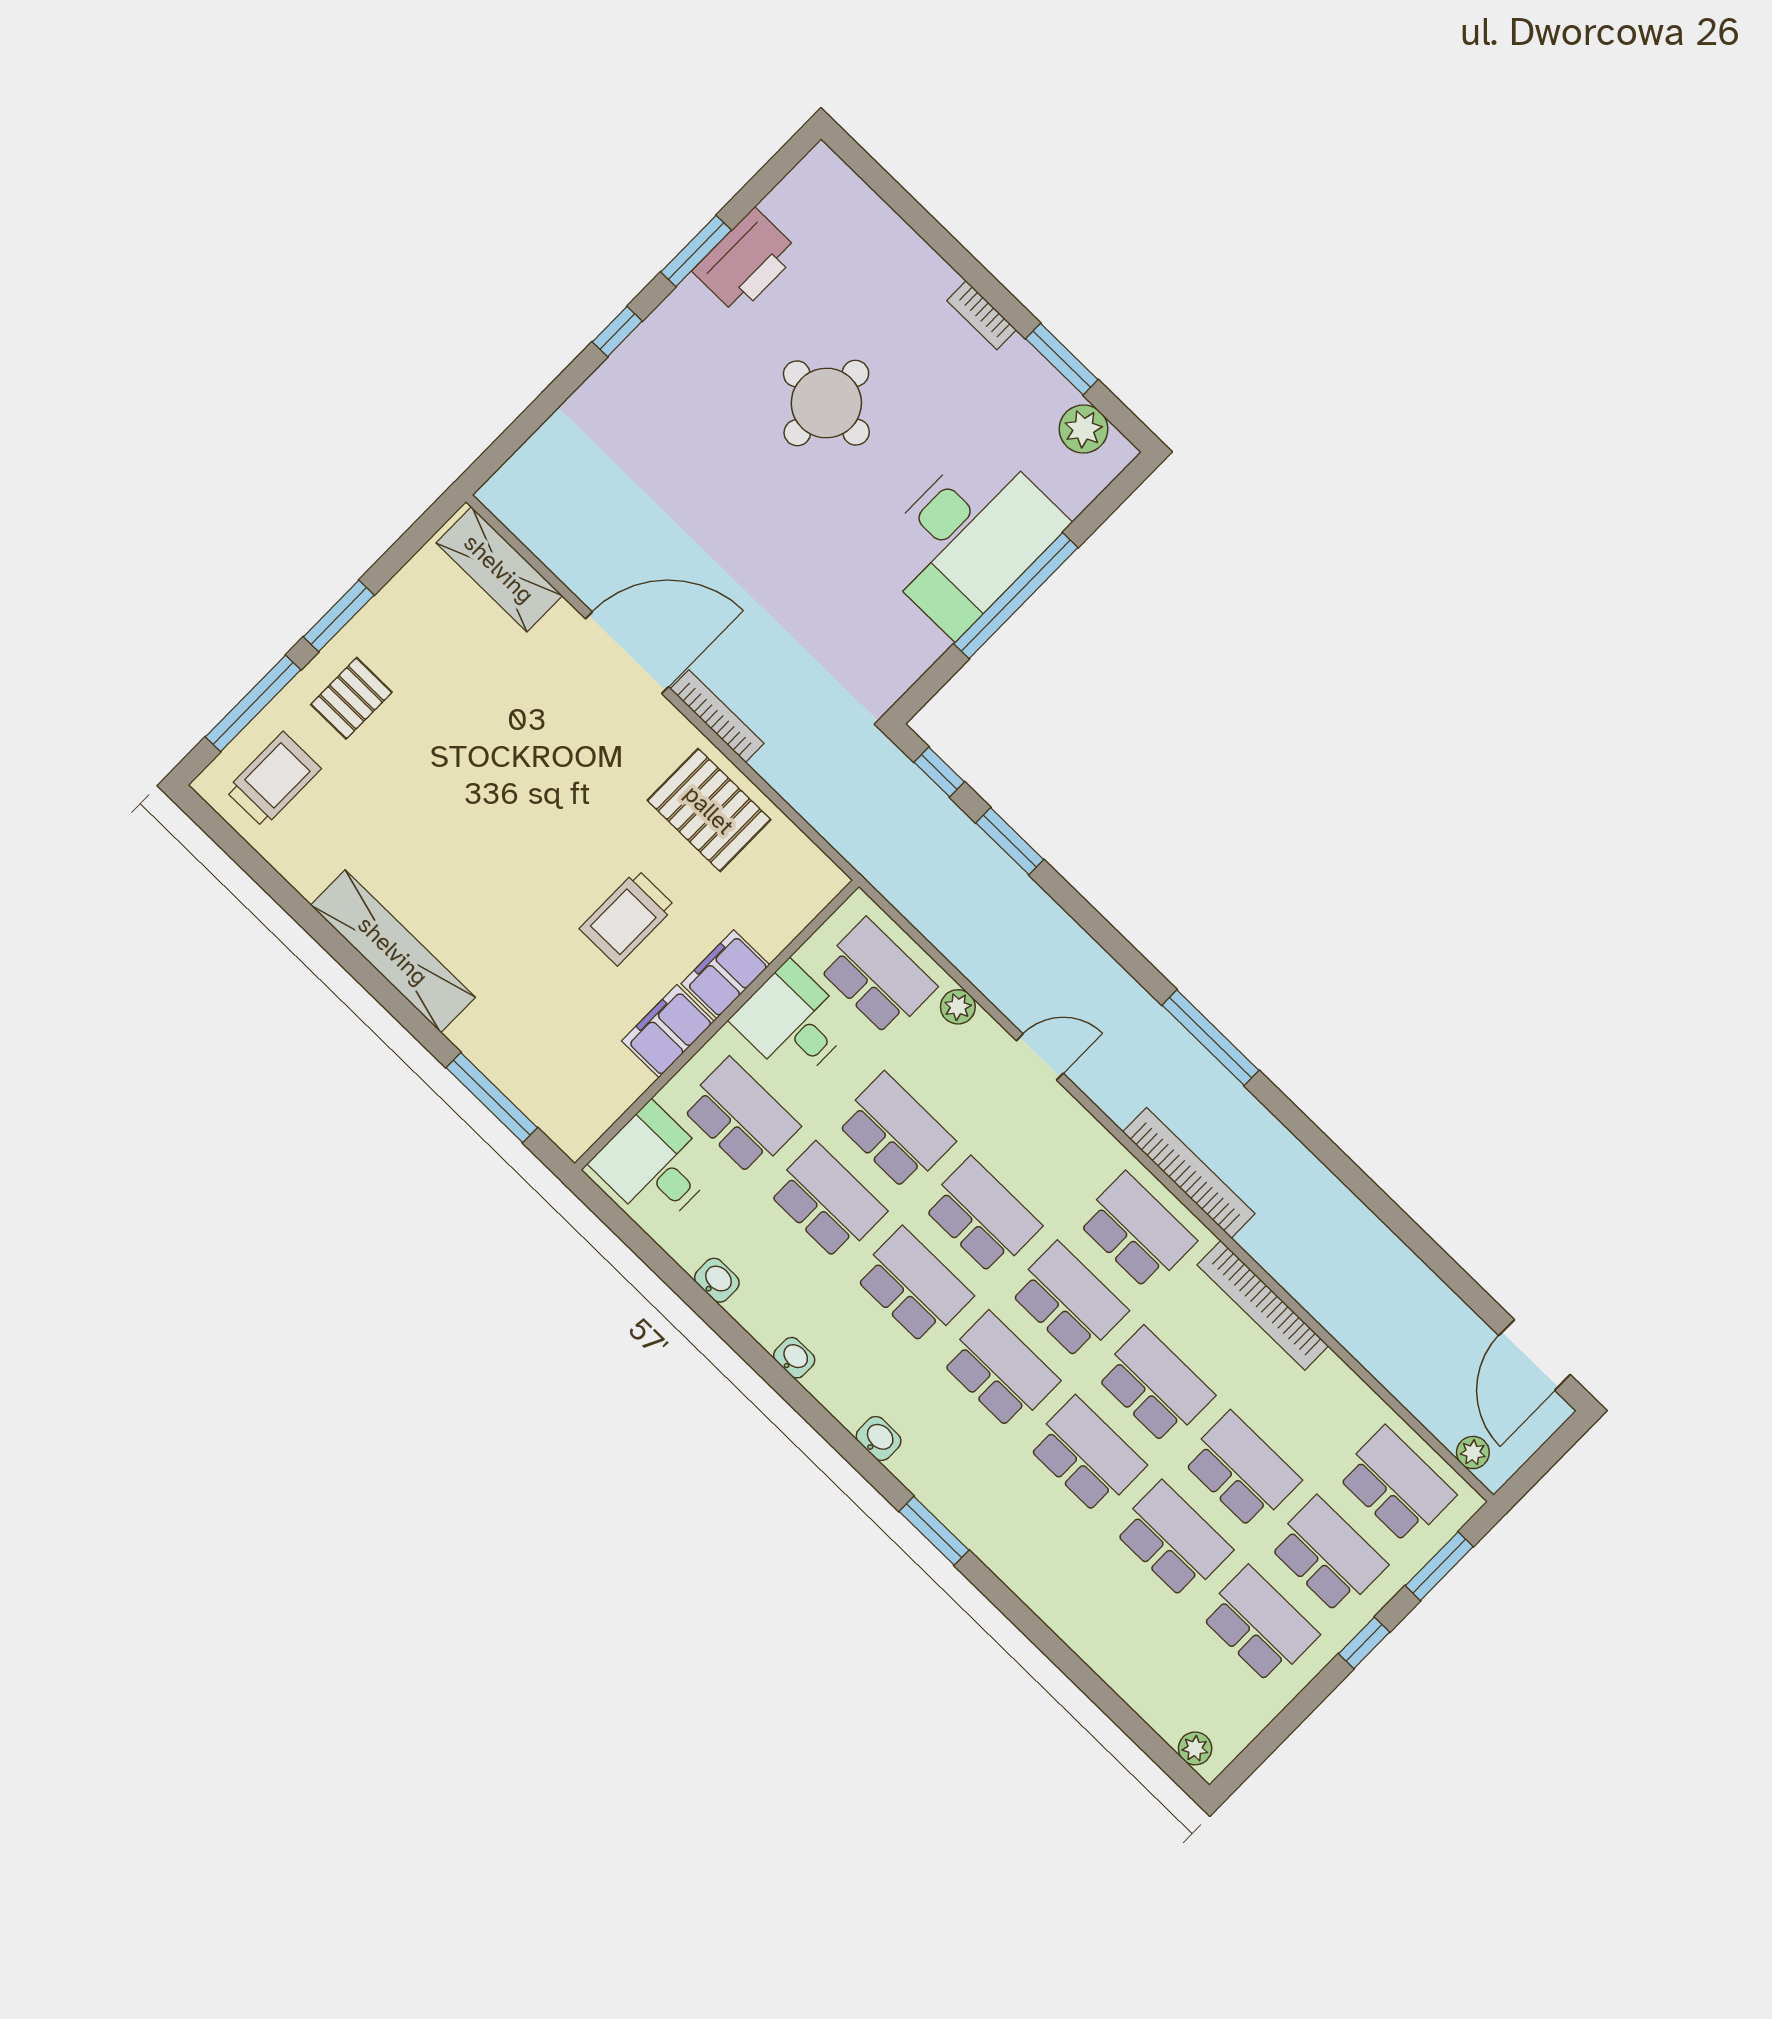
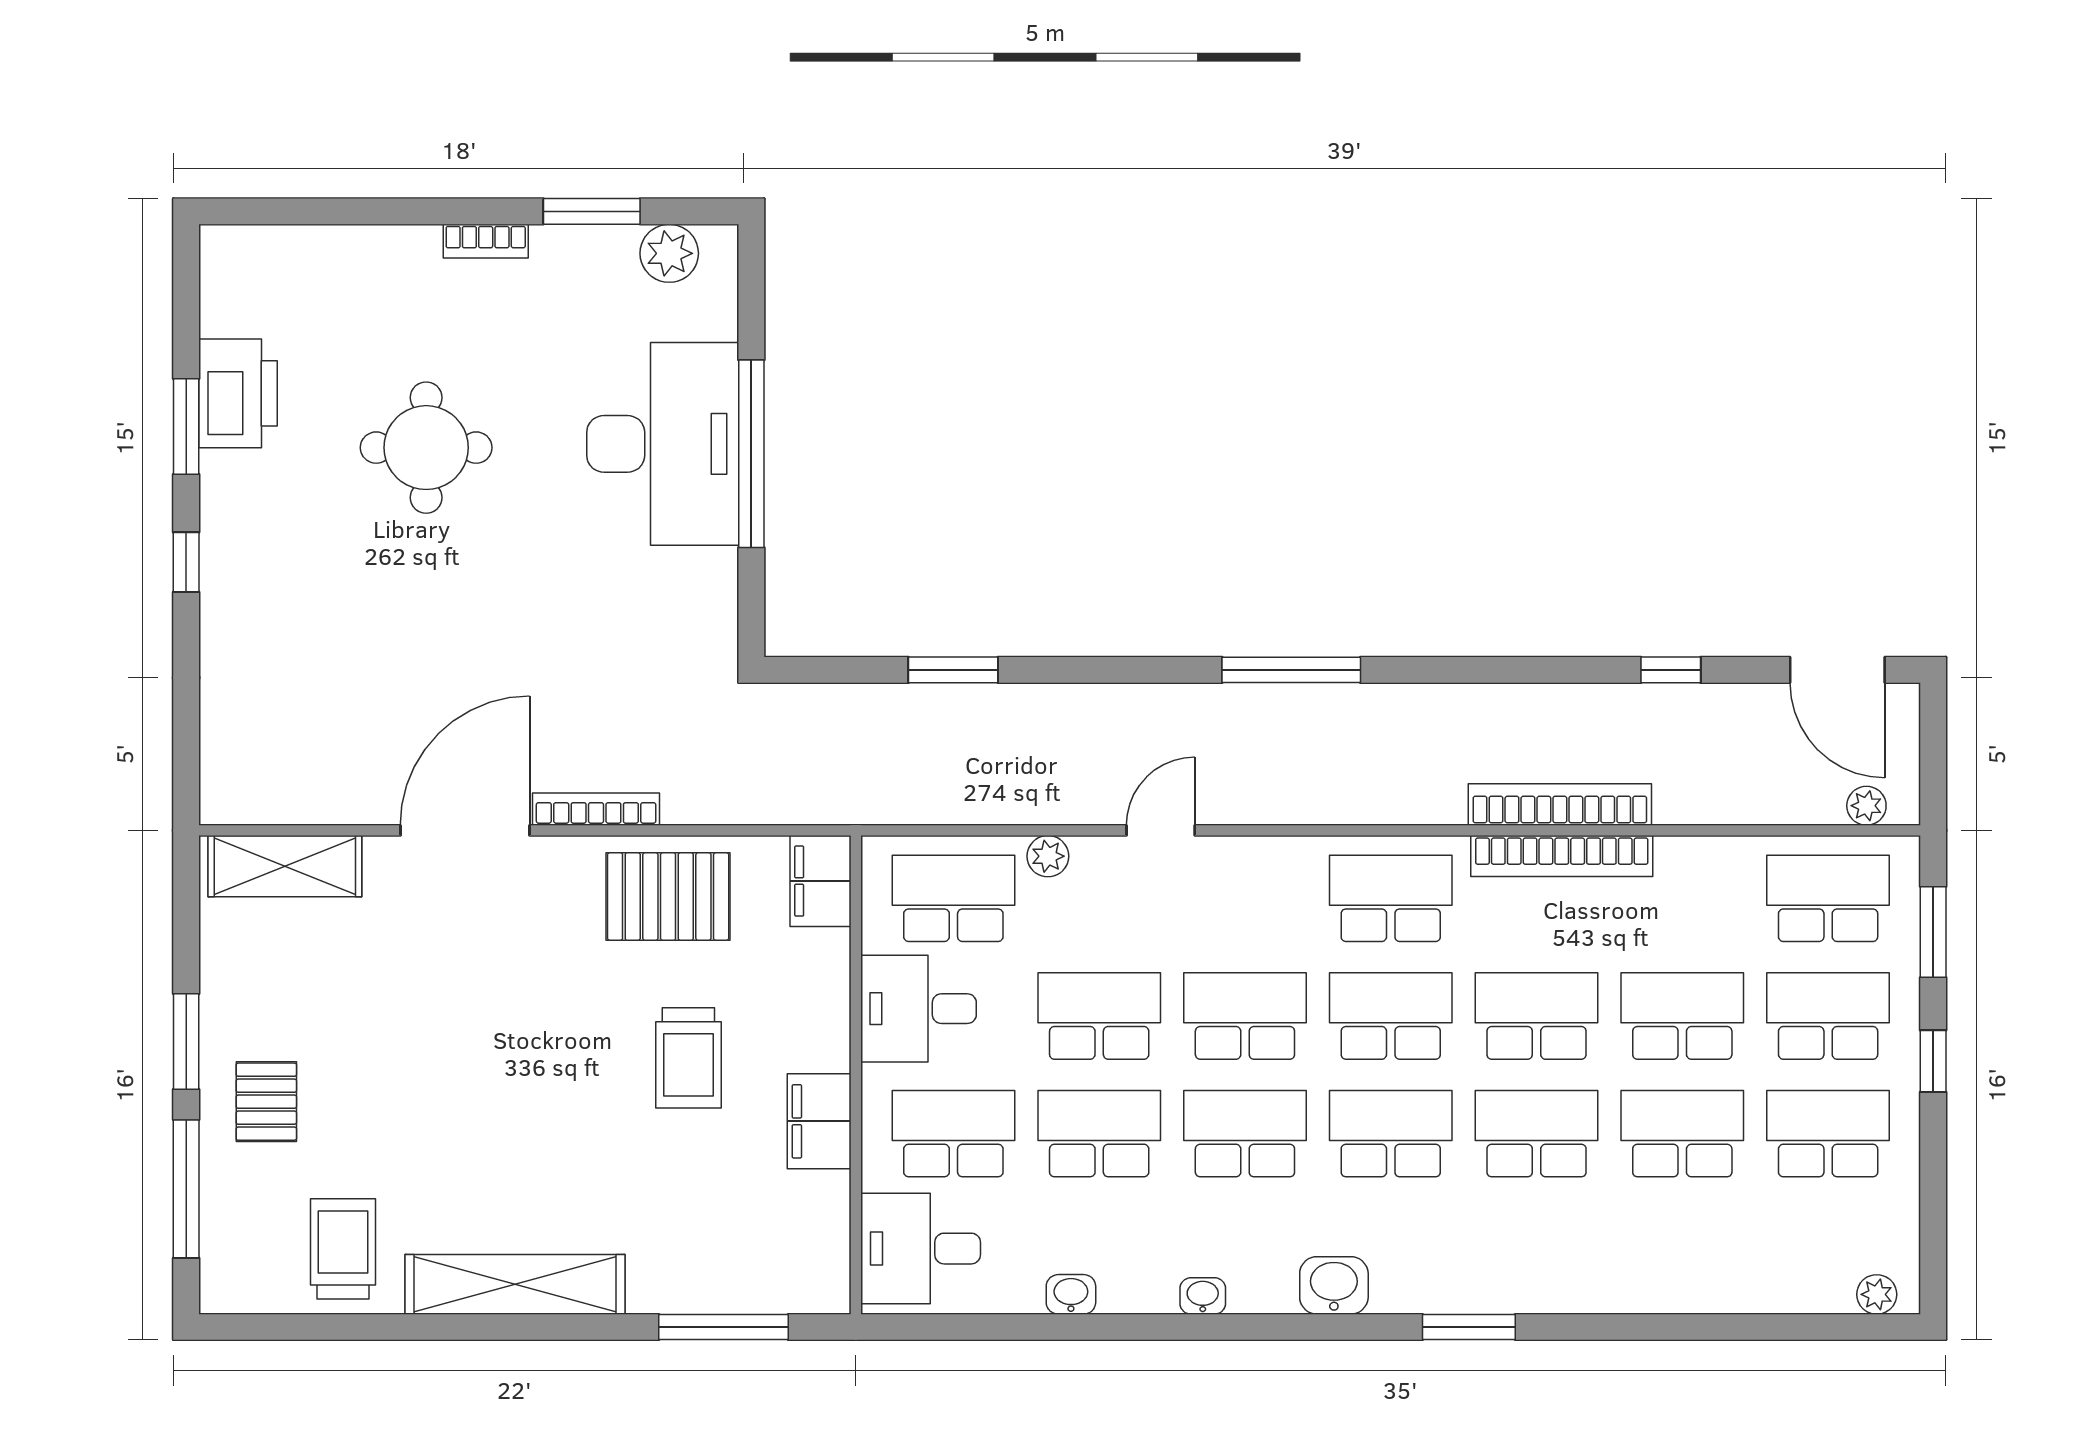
window: (939, 772) -> (1671, 670), moved
trolley: (273, 780) -> (343, 1249), moved
filing cabinet: (725, 974) -> (820, 881), moved
bookcase: (1189, 1173) -> (1560, 804), moved
washbasin: (879, 1438) -> (1334, 1285), width x1.38, depth x1.45

